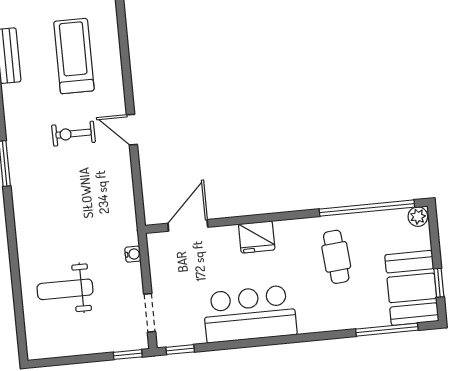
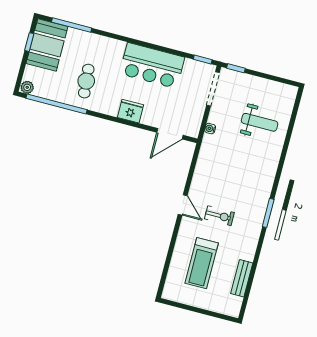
doorway: (150, 313) -> (213, 89), width x1.38

